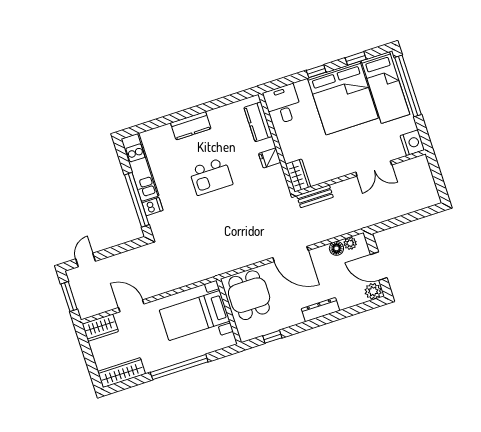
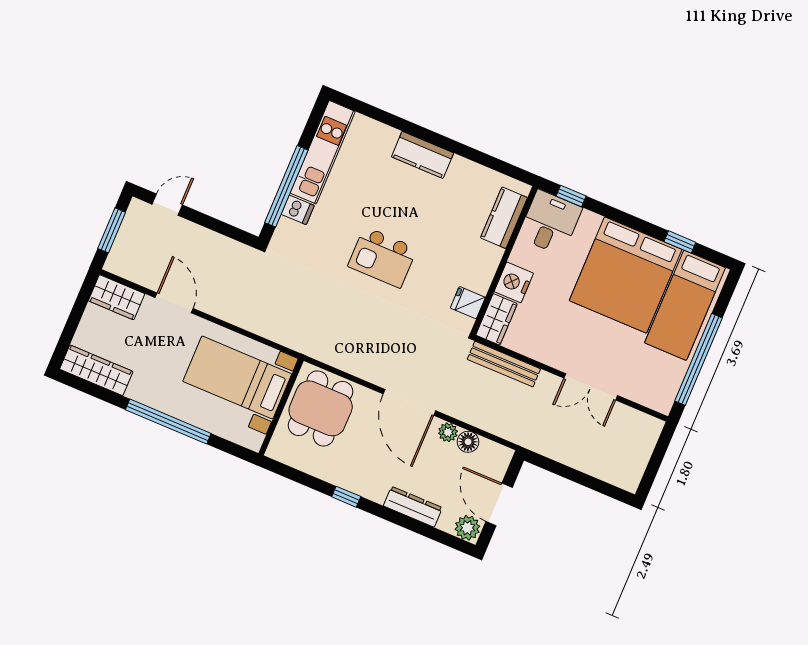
window: (316, 71) -> (571, 196), moved
window: (408, 86) -> (698, 359), moved
nightstand: (412, 143) -> (514, 282), moved, turned 180
fridge: (270, 158) -> (468, 303), moved
kitchen island: (211, 176) -> (382, 257), moved
bench: (315, 196) -> (504, 364), width x1.36
plant: (350, 243) -> (448, 432), moved
dresser: (320, 310) -> (413, 507), moved
window: (272, 337) -> (346, 497), moved

